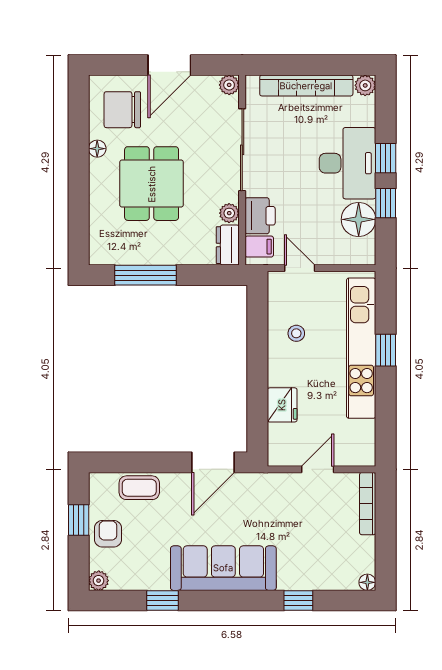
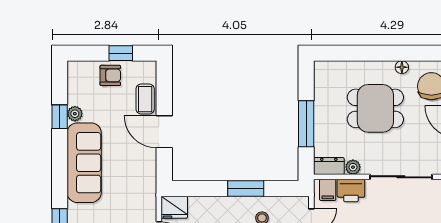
window: (145, 275) -> (306, 124), moved
window: (257, 355) -> (246, 189), added
fridge: (282, 405) -> (174, 207), moved
door: (213, 462) -> (164, 132), moved
plant: (99, 581) -> (75, 114), moved

